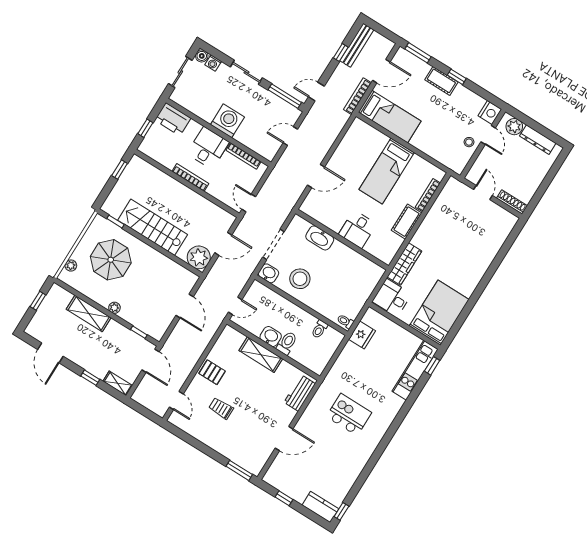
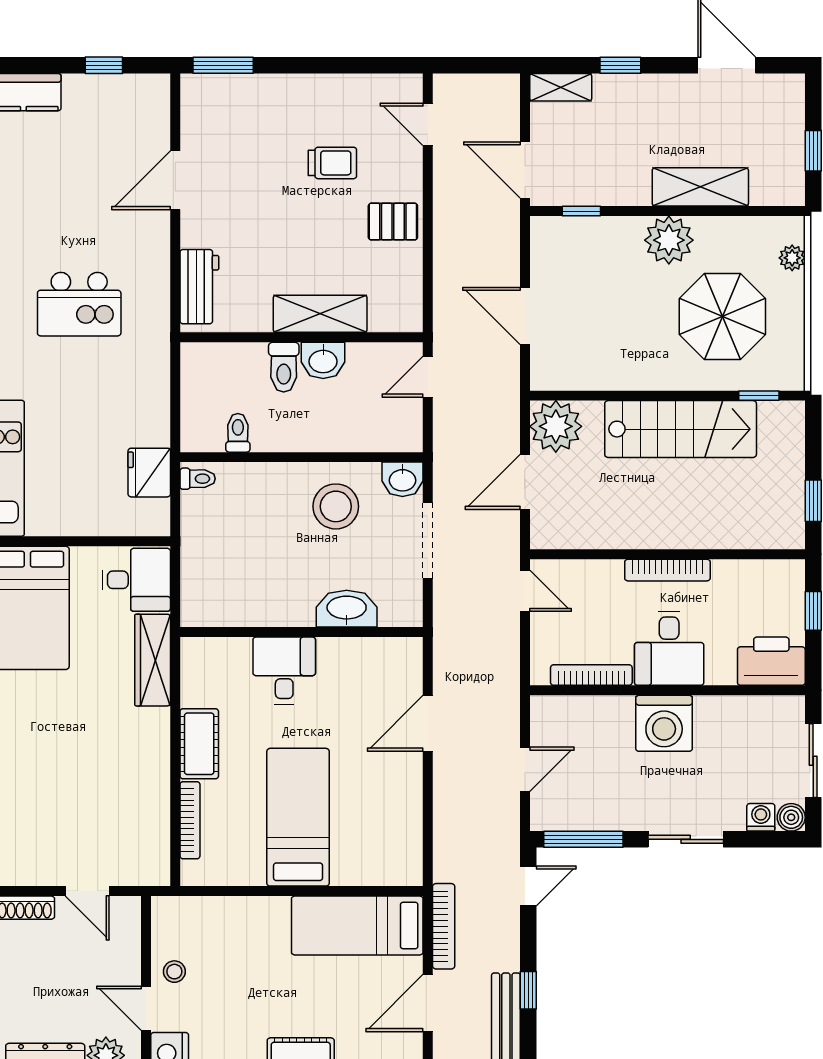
plant: (114, 308) -> (669, 240), width x1.88, depth x1.88

